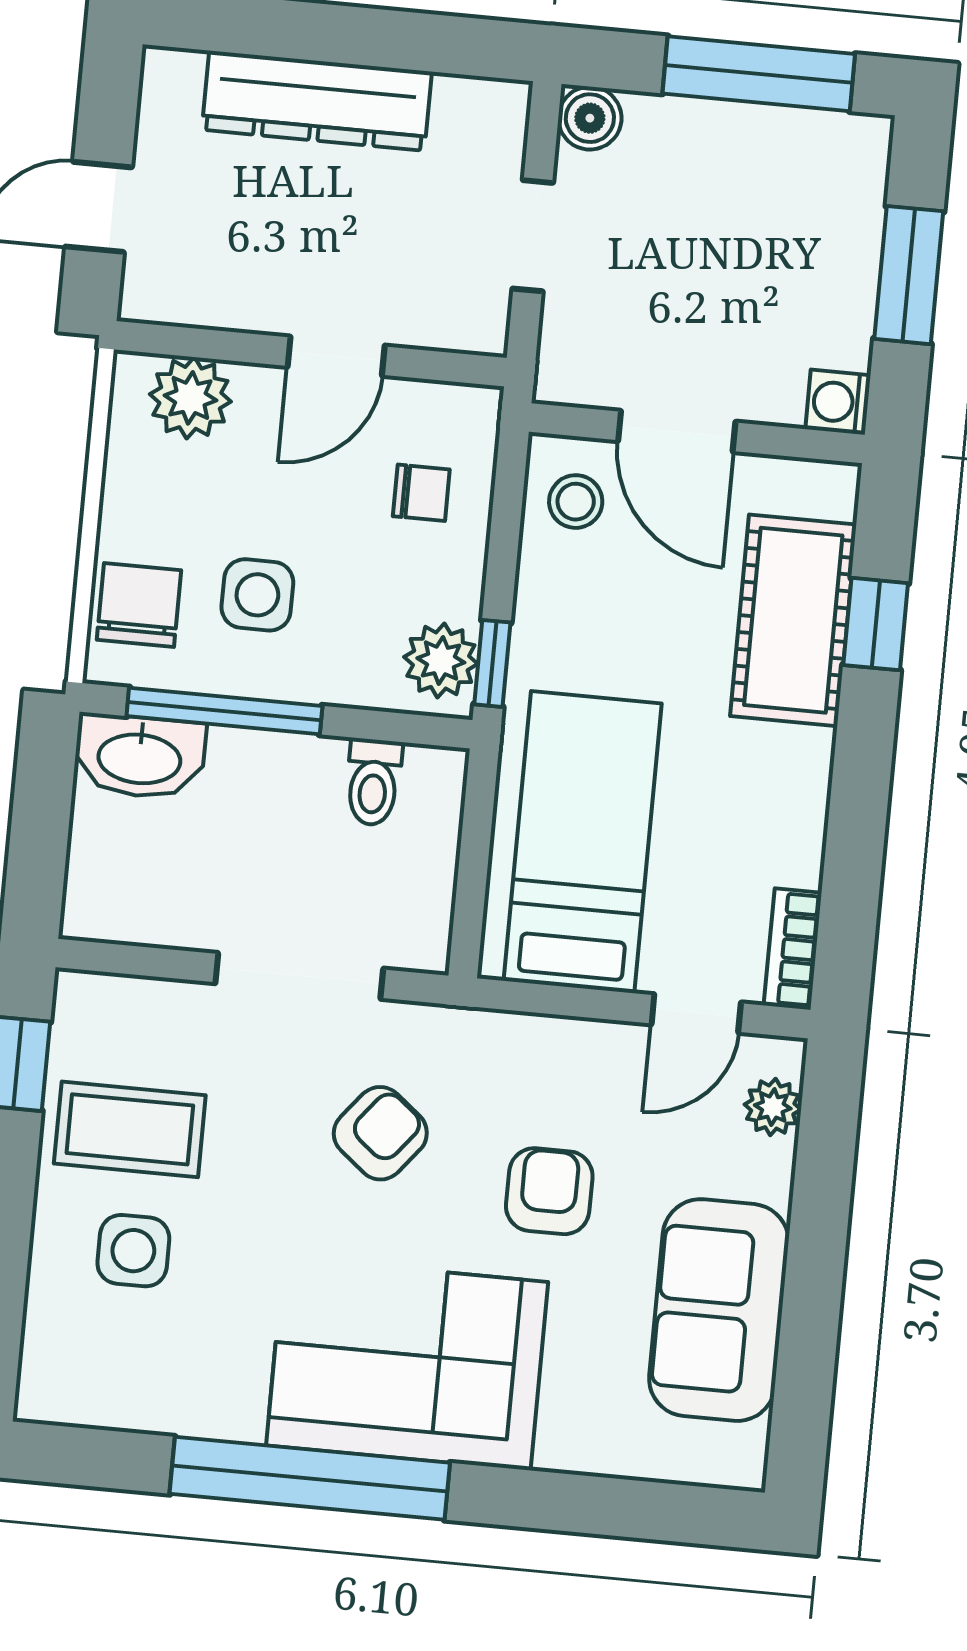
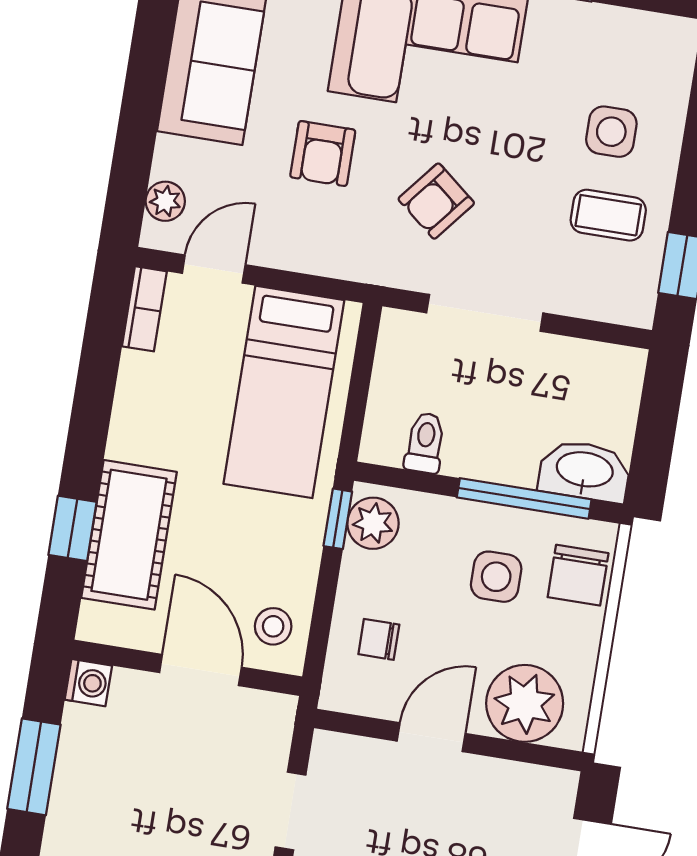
plant: (190, 398) -> (525, 703), width x1.36, depth x1.36
coffee table: (130, 1129) -> (608, 215), width x0.73, depth x0.77

